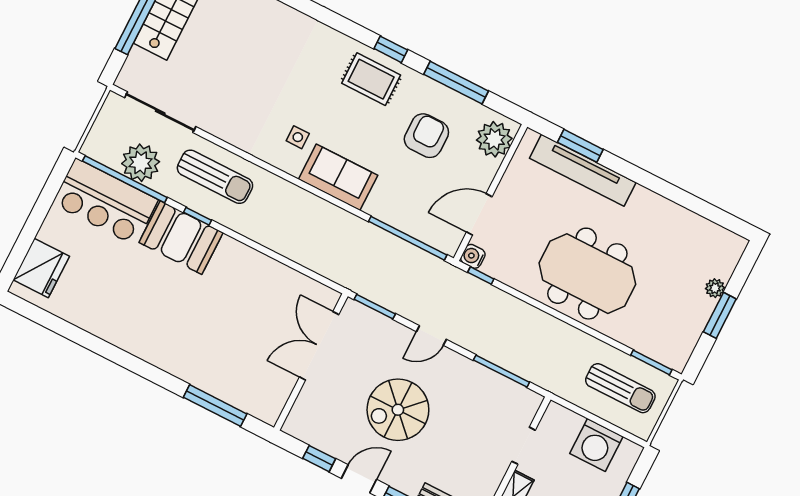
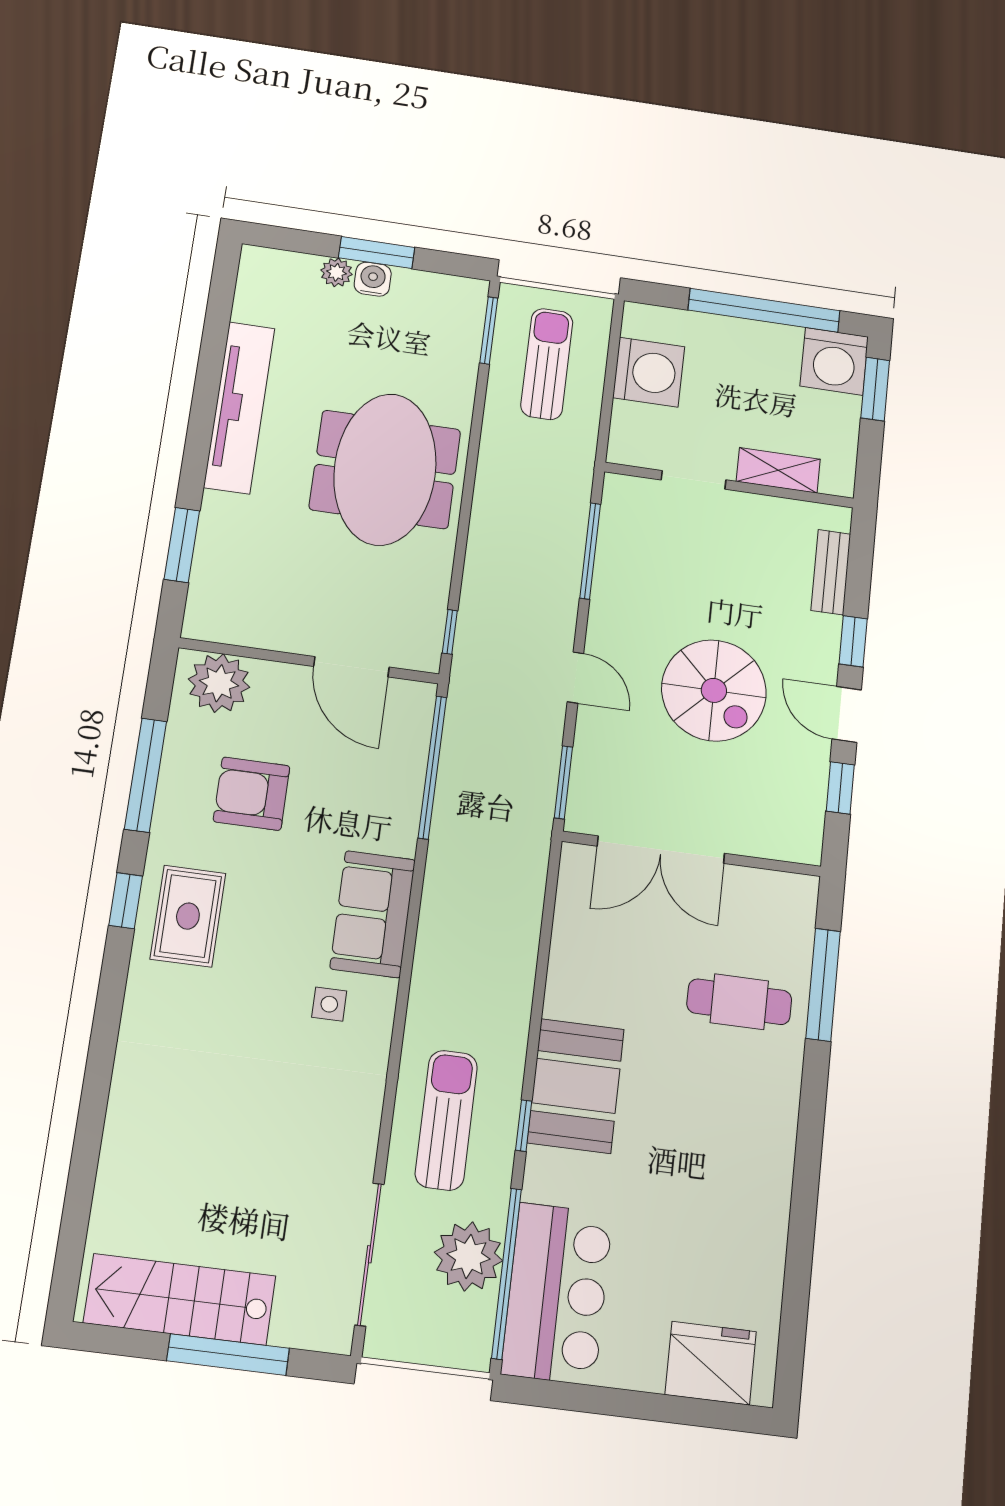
tv unit: (583, 170) -> (239, 408), moved
booth: (181, 238) -> (576, 1086), moved
water cooler: (473, 256) -> (373, 279), moved, turned 180
cafe table: (222, 356) -> (739, 1002), added

